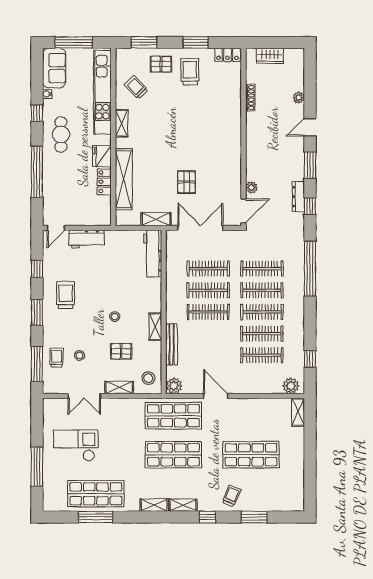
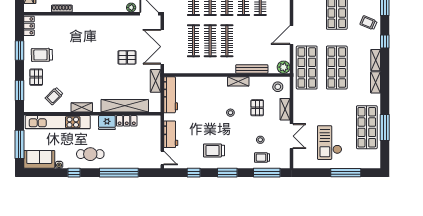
workbench: (153, 254) -> (171, 95), moved, turned -90

